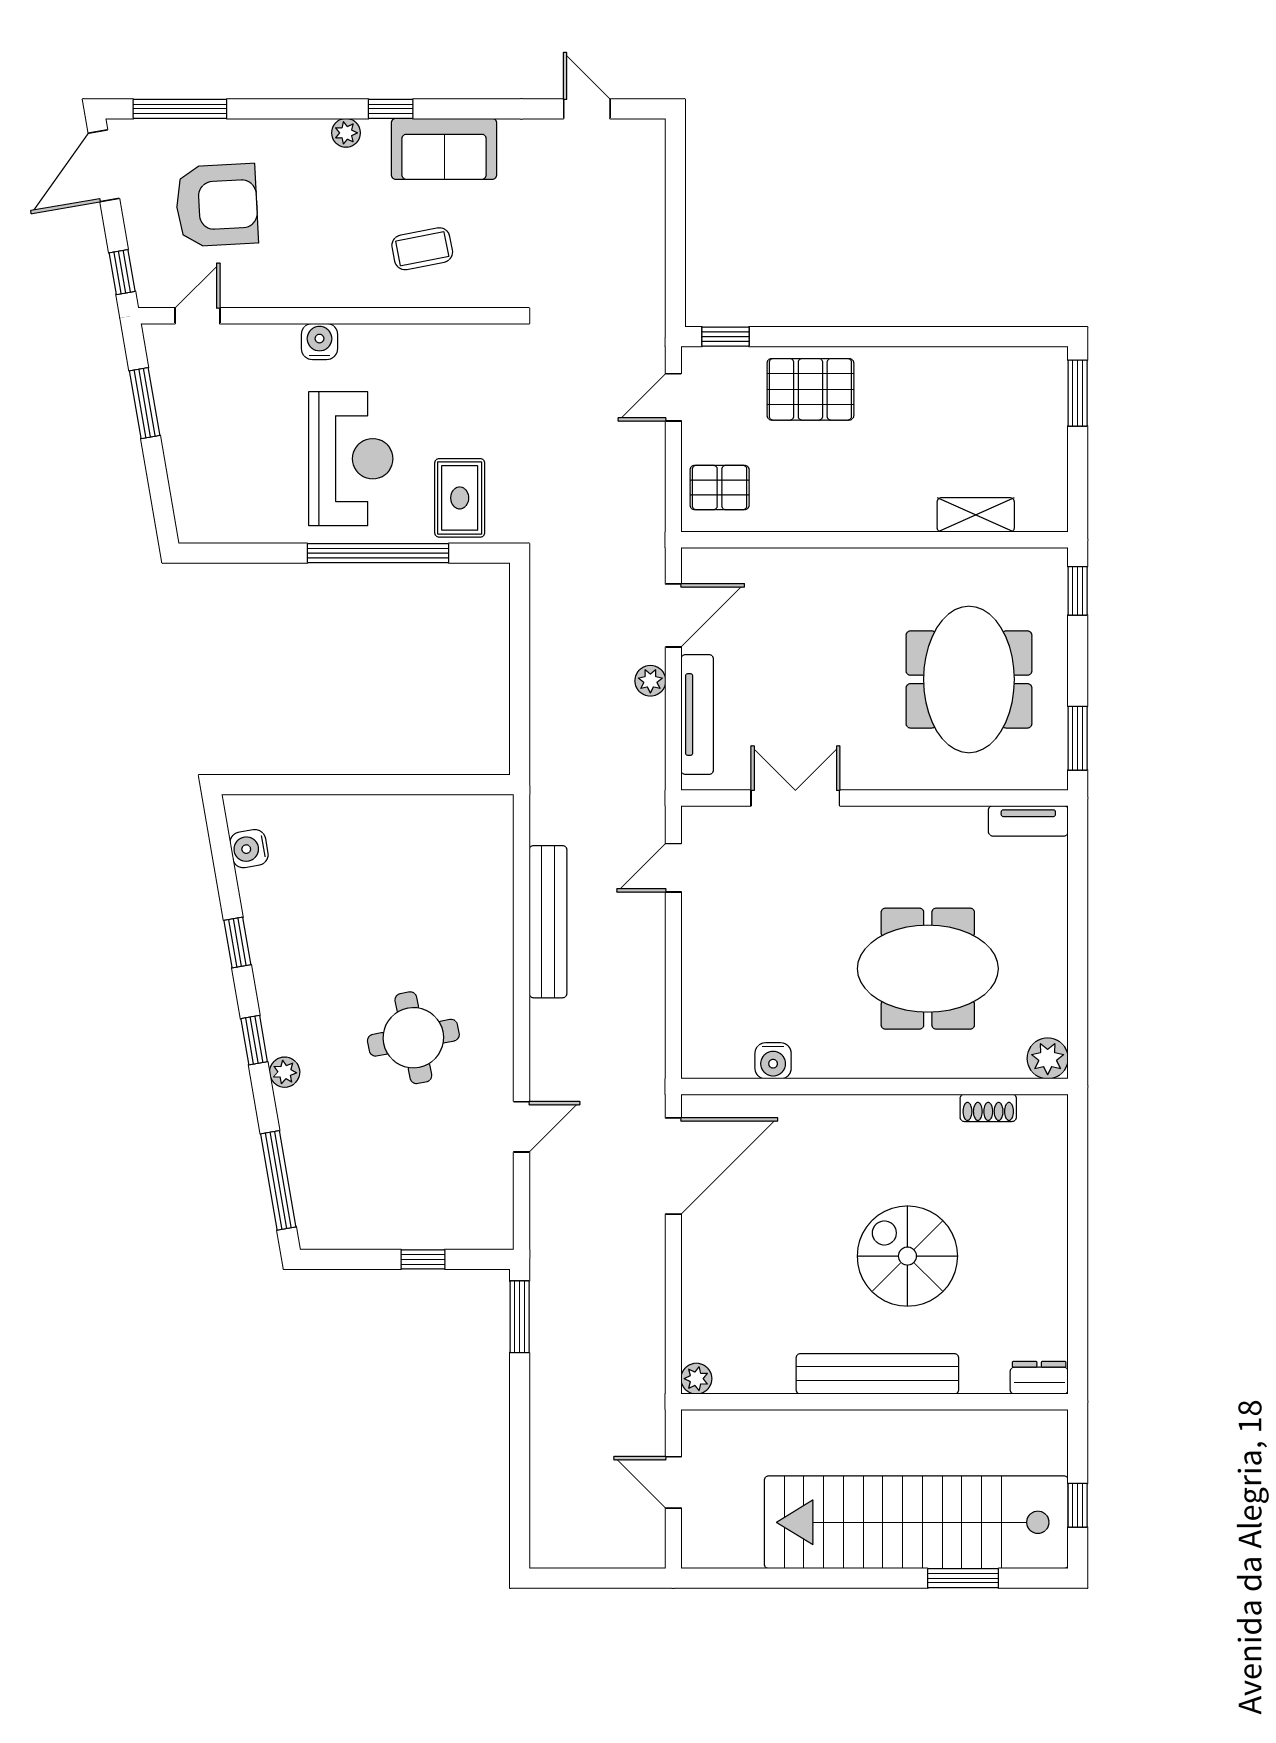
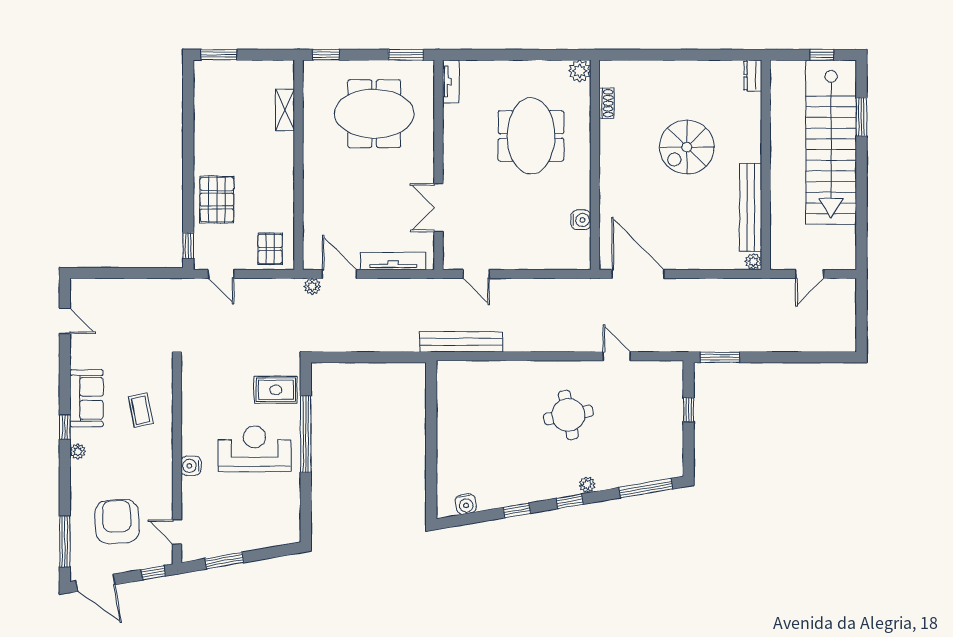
door: (587, 109) -> (65, 321), swing flipped
plant: (650, 681) -> (312, 286), moved
bench: (548, 922) -> (461, 342), moved
bench: (877, 1374) -> (751, 207), moved

